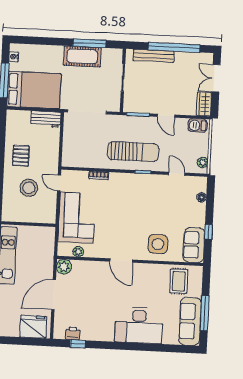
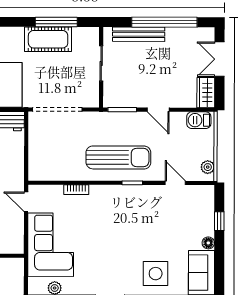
floor lamp: (202, 197) -> (208, 243), moved
window: (209, 232) -> (219, 221), moved

